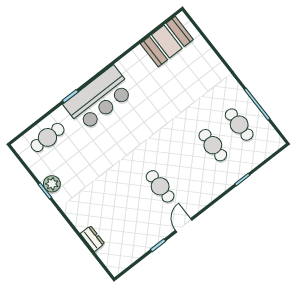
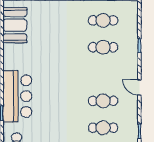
cafe table: (134, 207) -> (103, 128), added
door: (184, 225) -> (139, 87), moved

